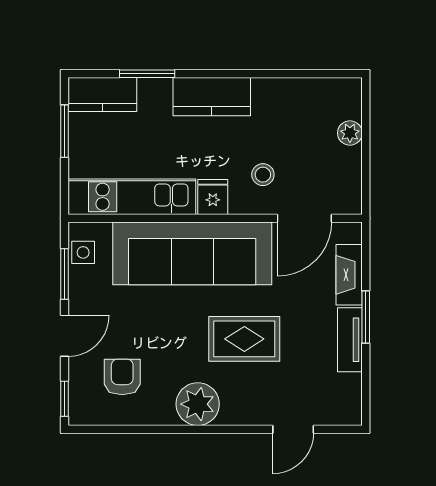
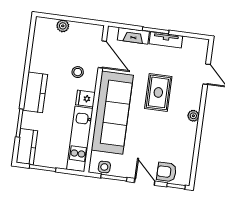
armchair: (122, 377) -> (167, 172), moved
plant: (198, 404) -> (193, 116), width x0.53, depth x0.53

